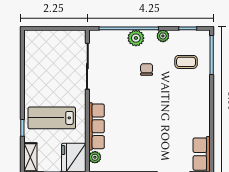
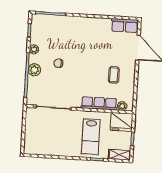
coffee table: (186, 62) -> (114, 75), moved

